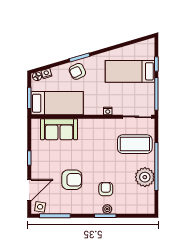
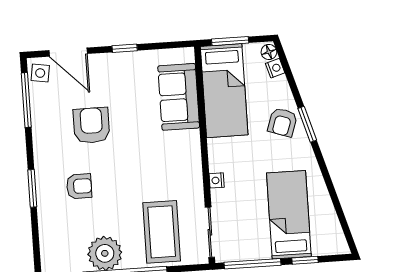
armchair: (77, 71) -> (282, 122), turned -136
armchair: (72, 180) -> (91, 125), turned 180
plant: (107, 209) -> (44, 191), removed

